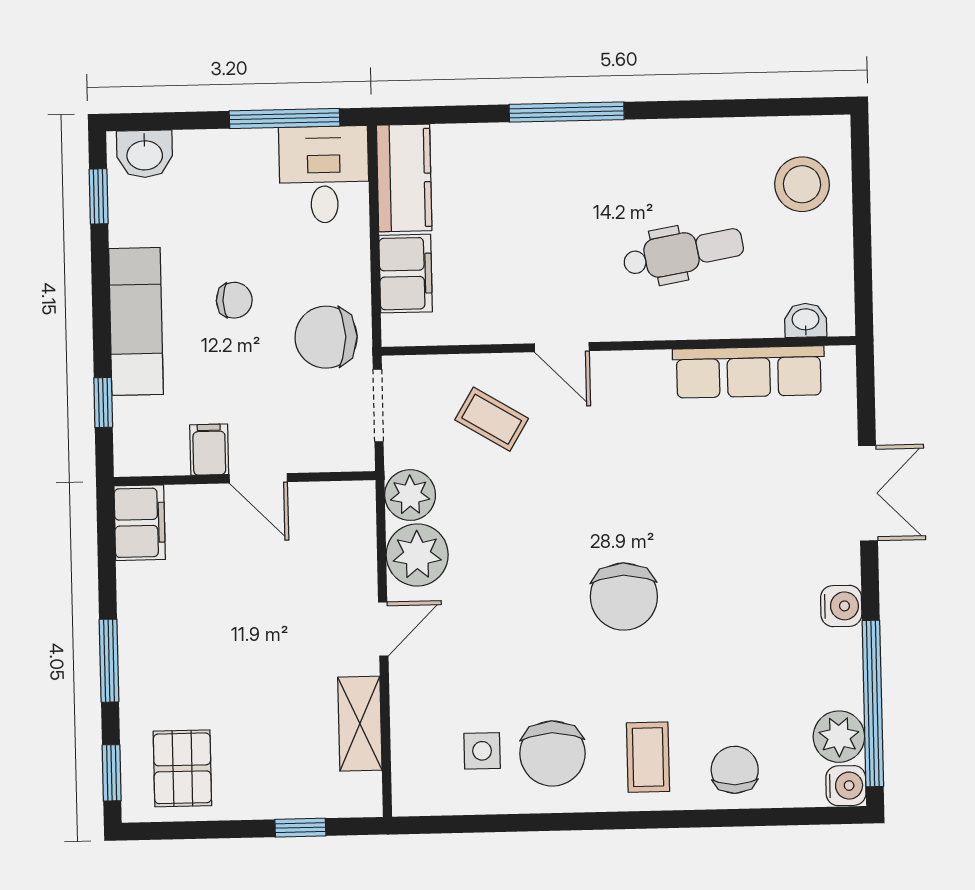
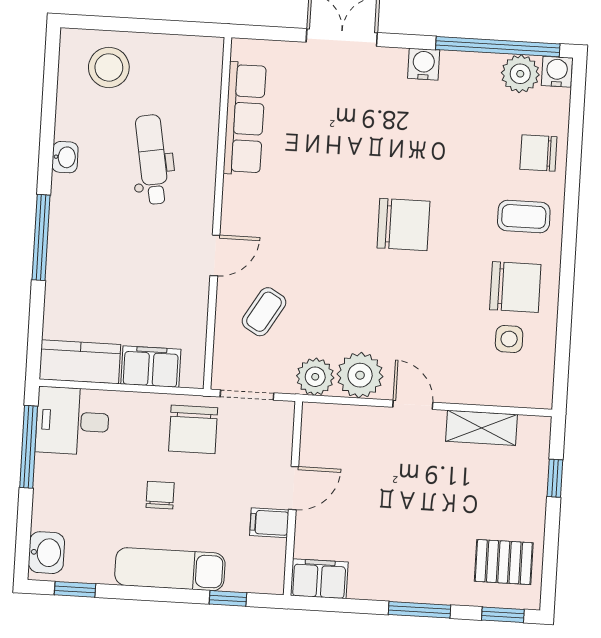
washbasin: (806, 320) -> (65, 157), moved, turned 180

